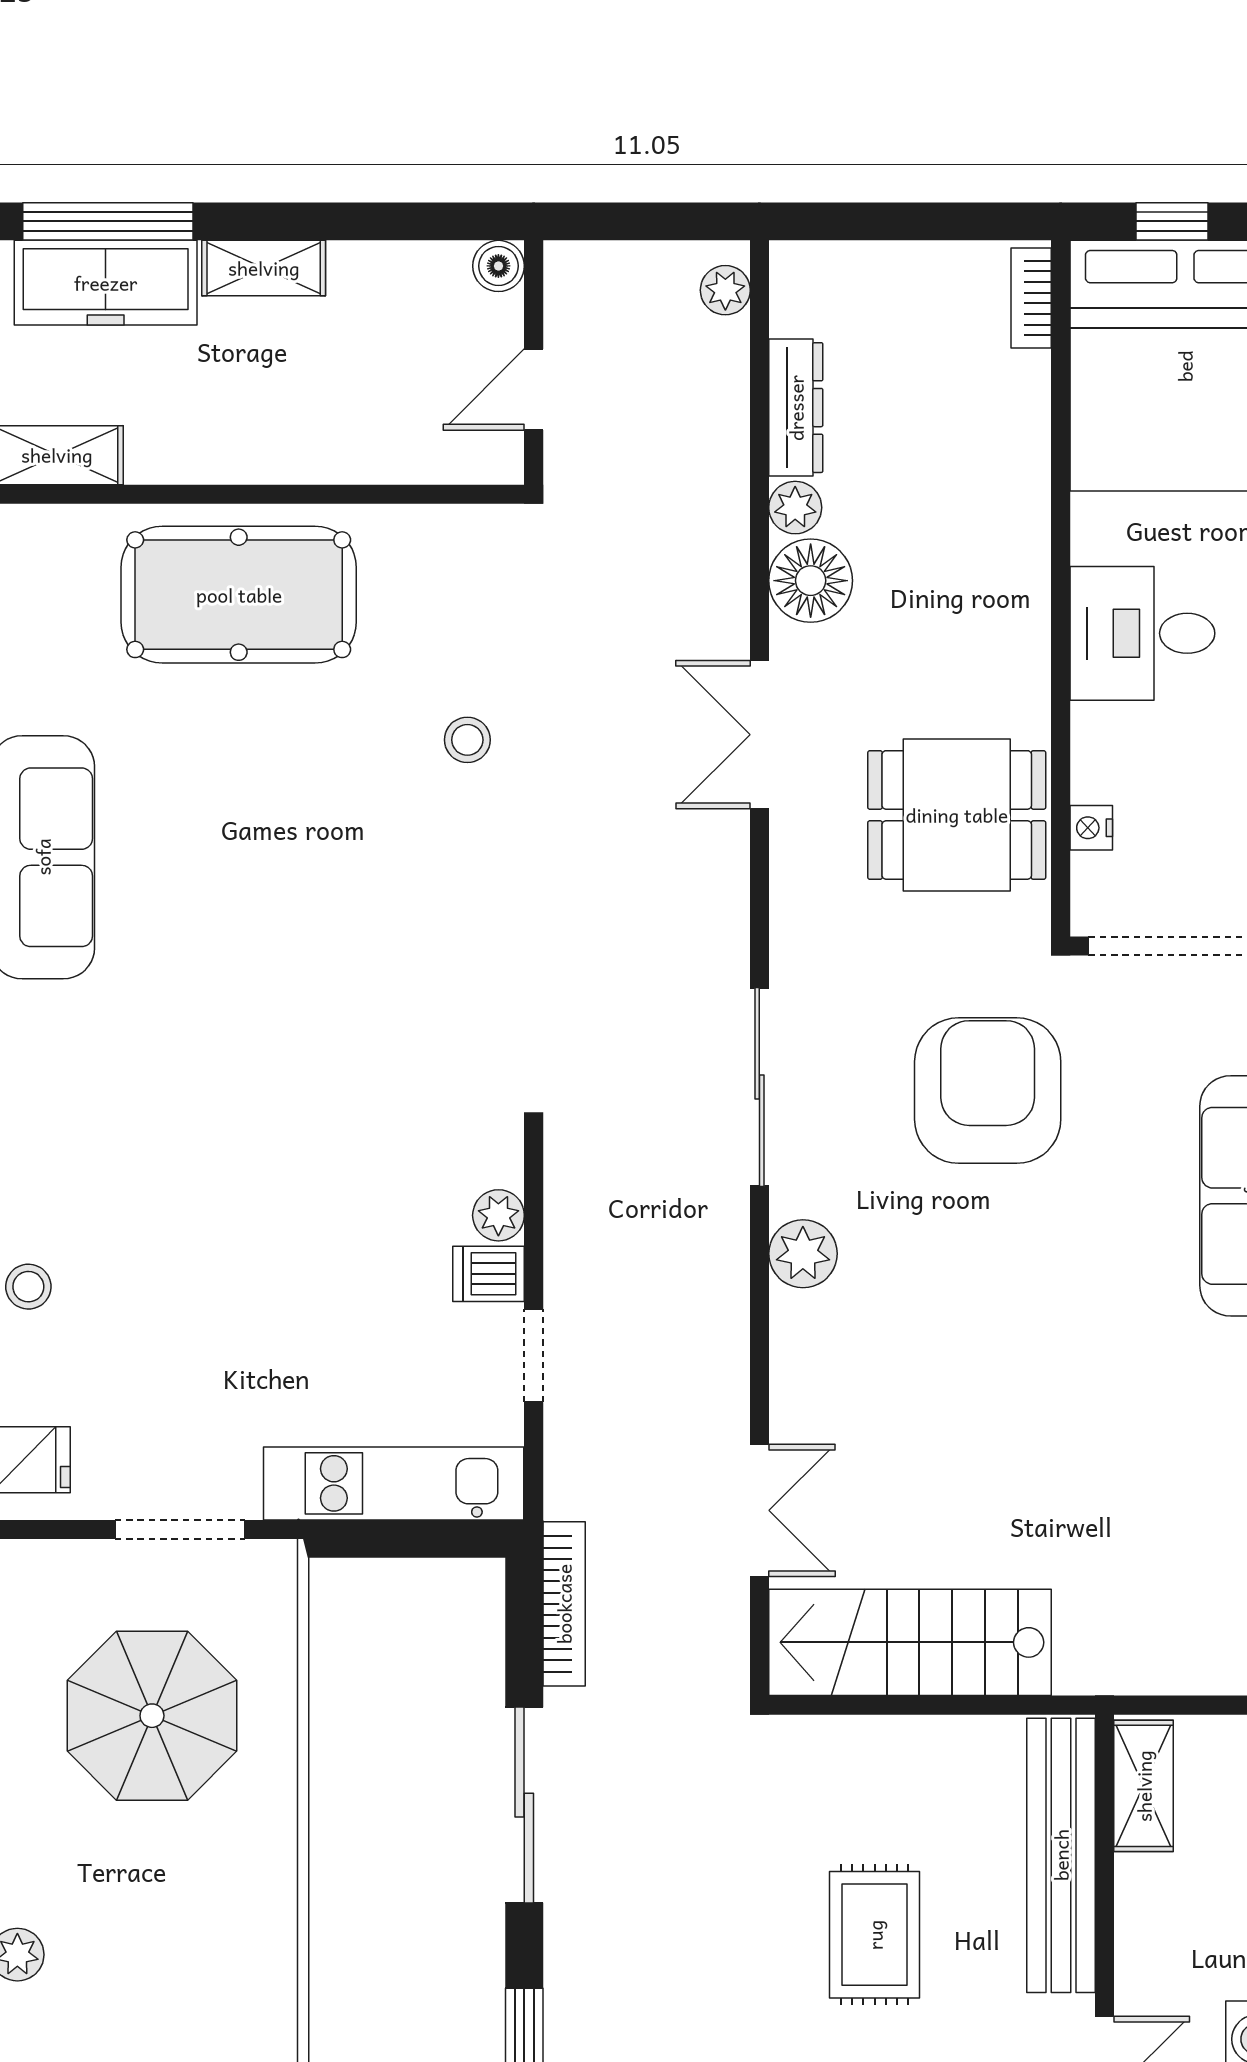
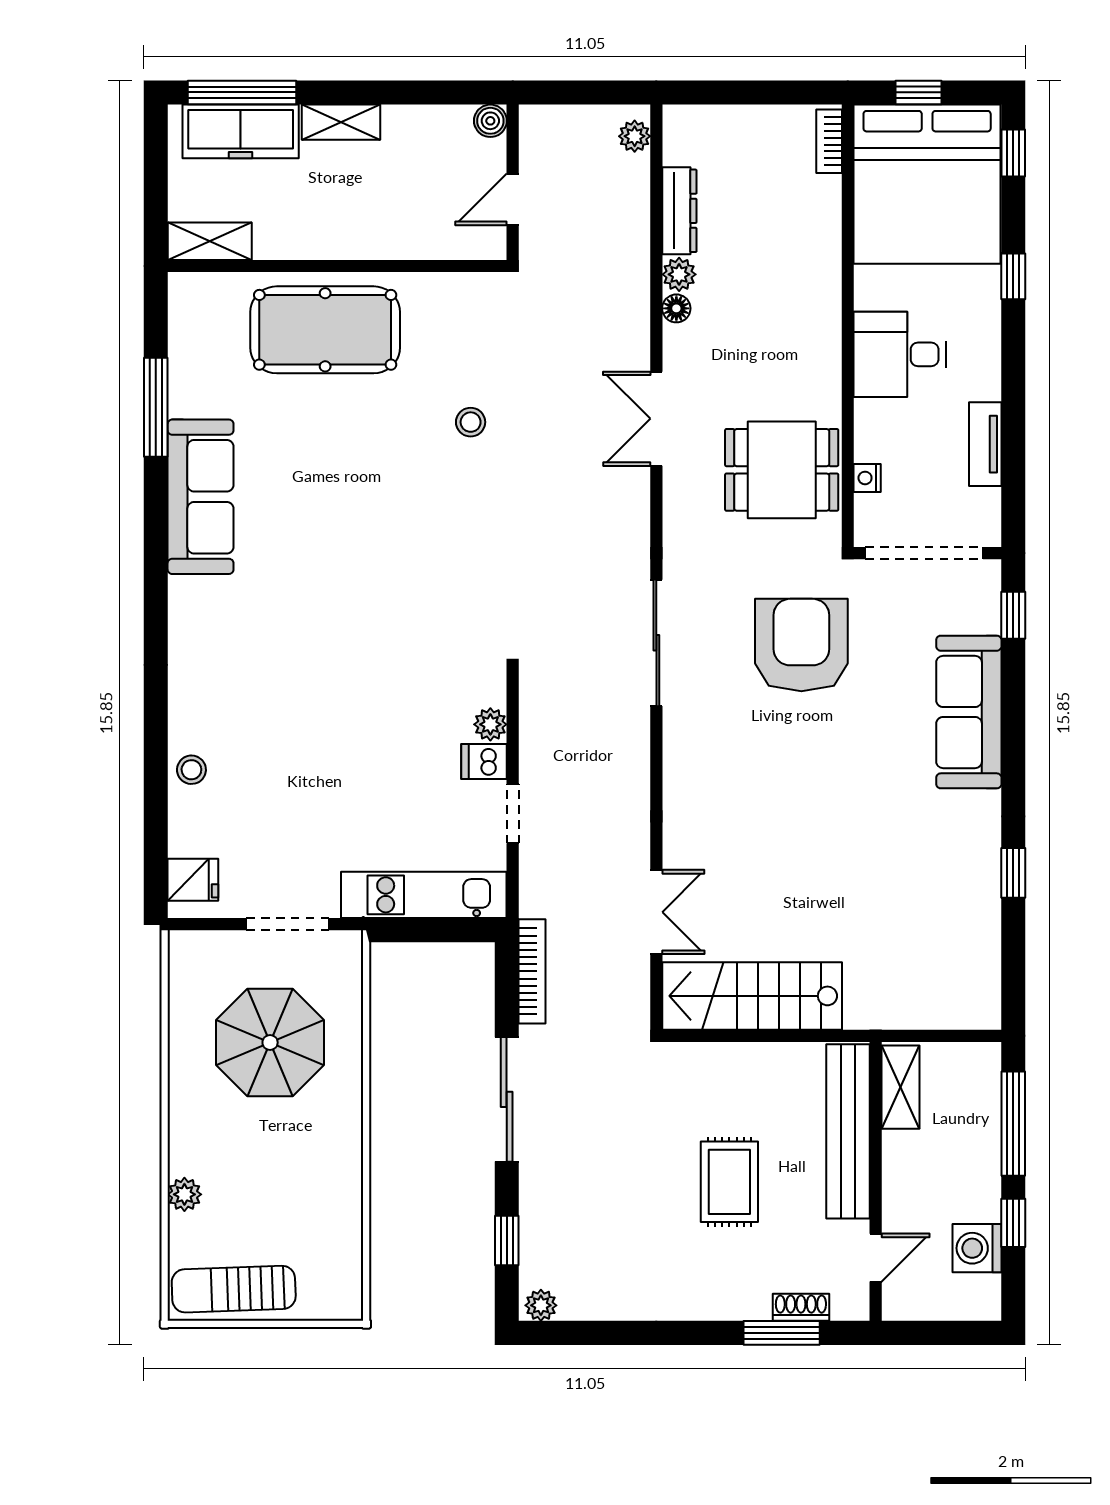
floor lamp: (811, 581) -> (676, 308), width x0.53, depth x0.53
plant: (803, 1254) -> (684, 749), removed

